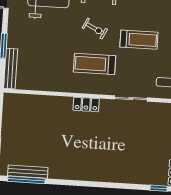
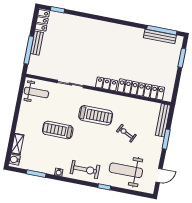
exercise bike: (95, 29) -> (126, 133), moved
locker: (43, 103) -> (141, 89), added

